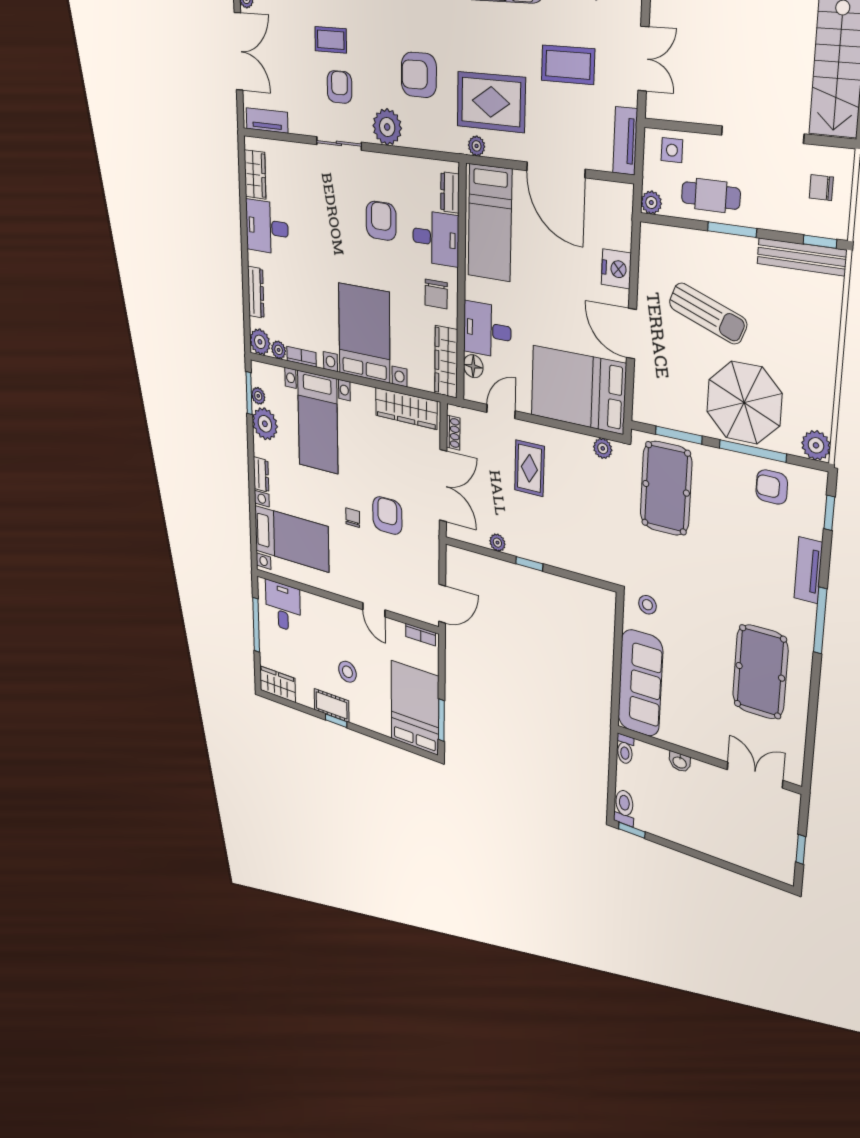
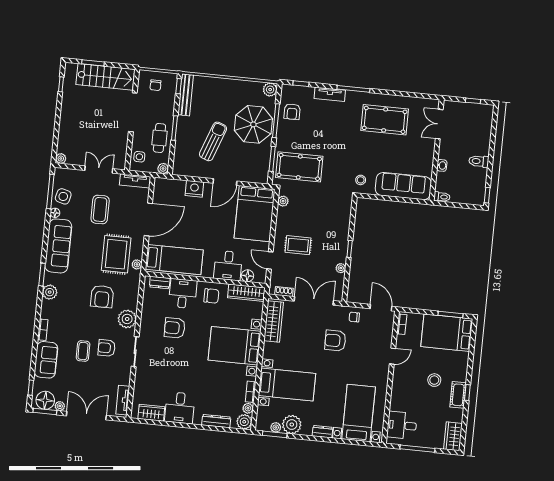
chair: (353, 518) -> (354, 317), moved
toilet: (624, 807) -> (479, 161), moved

